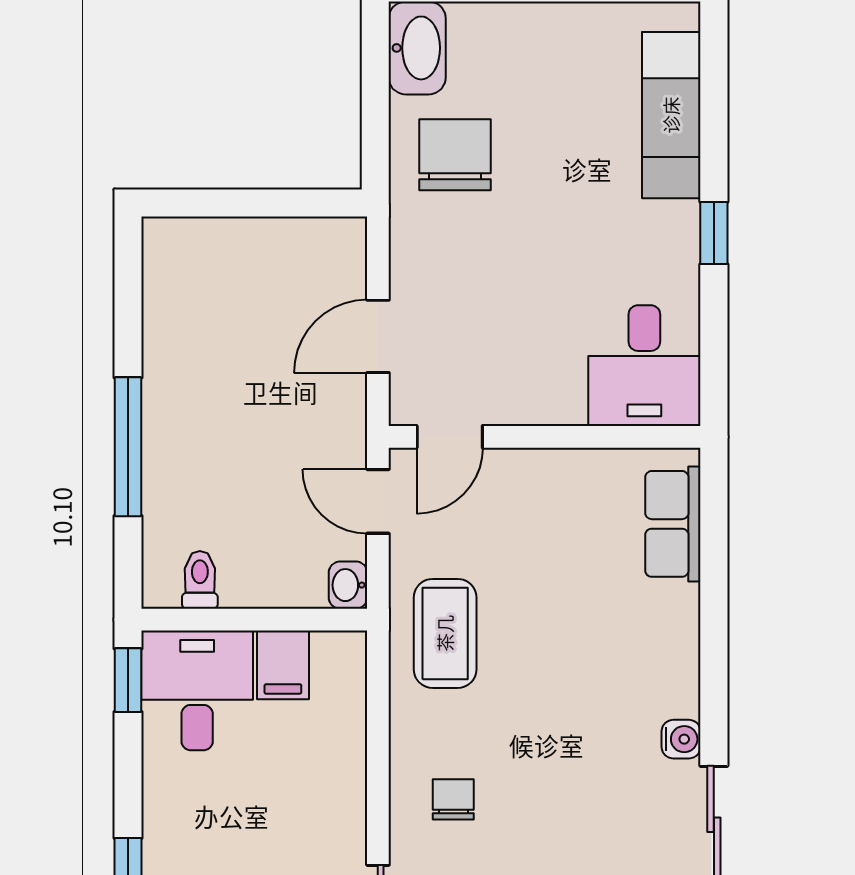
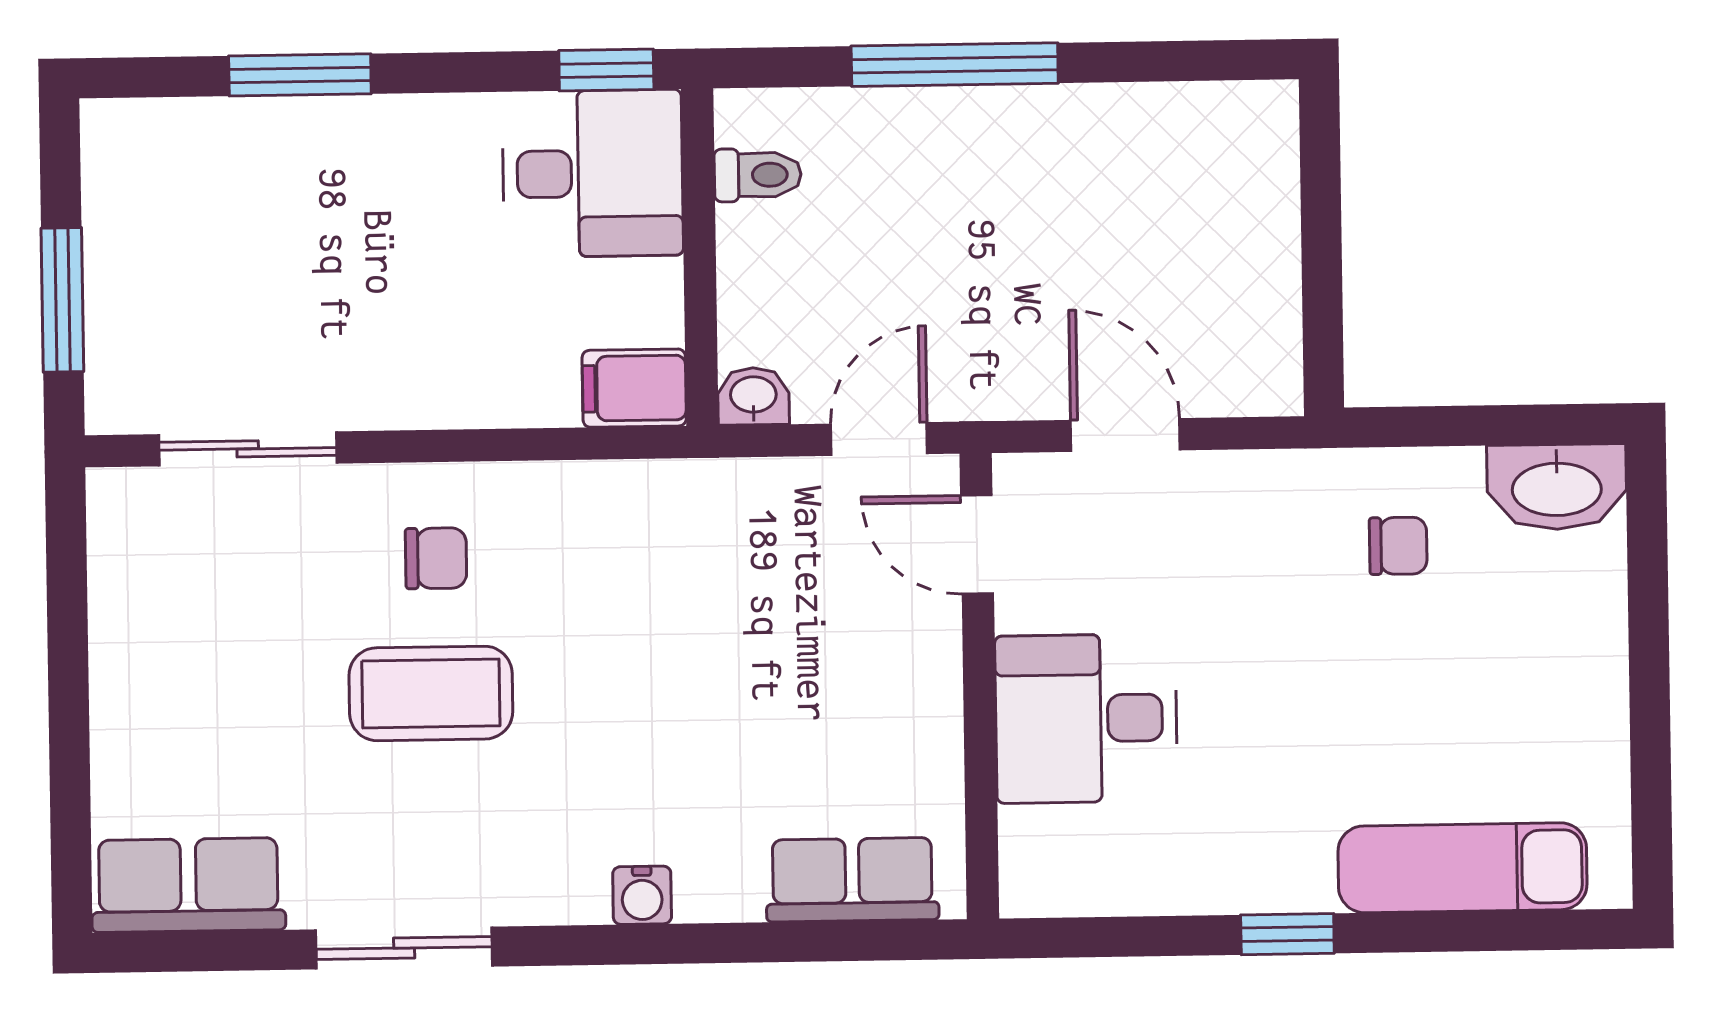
chair: (455, 155) -> (1398, 546), width x0.54, depth x0.54
desk: (644, 366) -> (1086, 718), moved
coffee table: (445, 633) -> (431, 693), moved
filing cabinet: (283, 665) -> (634, 388), moved
water cooler: (681, 739) -> (642, 895), moved

